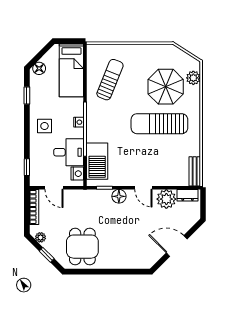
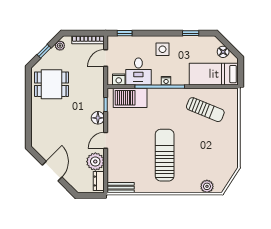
floor lamp: (39, 68) -> (223, 52), moved
parasol: (166, 87) -> (199, 161), removed

